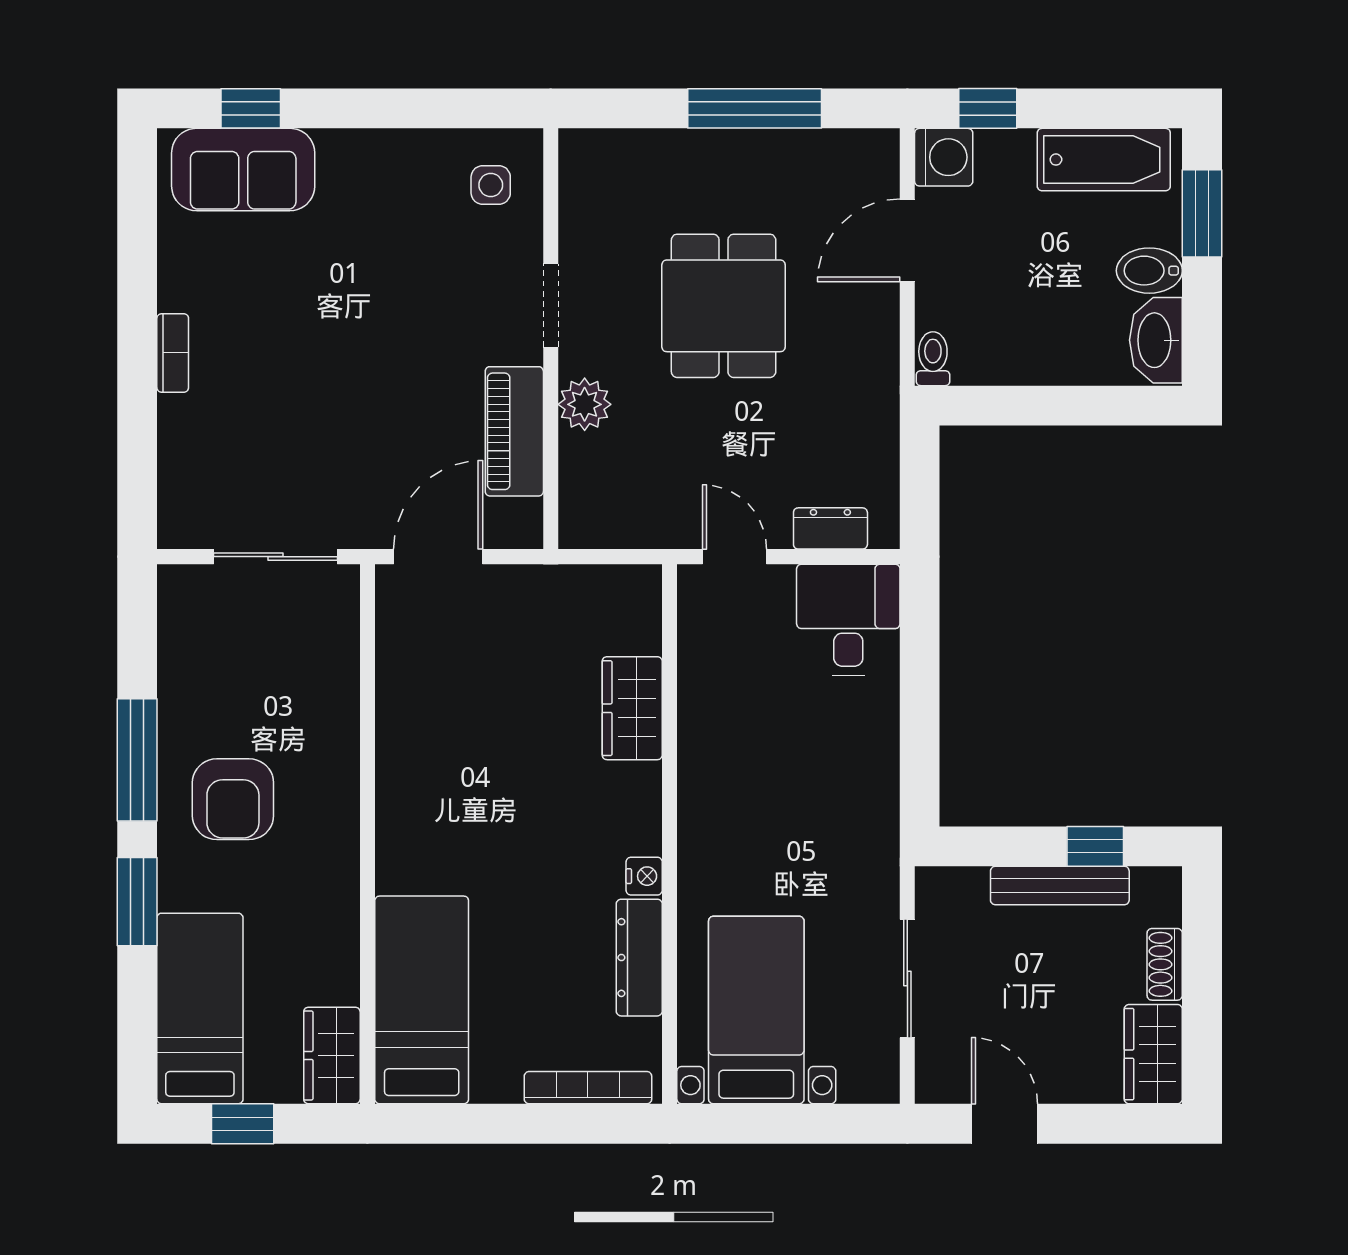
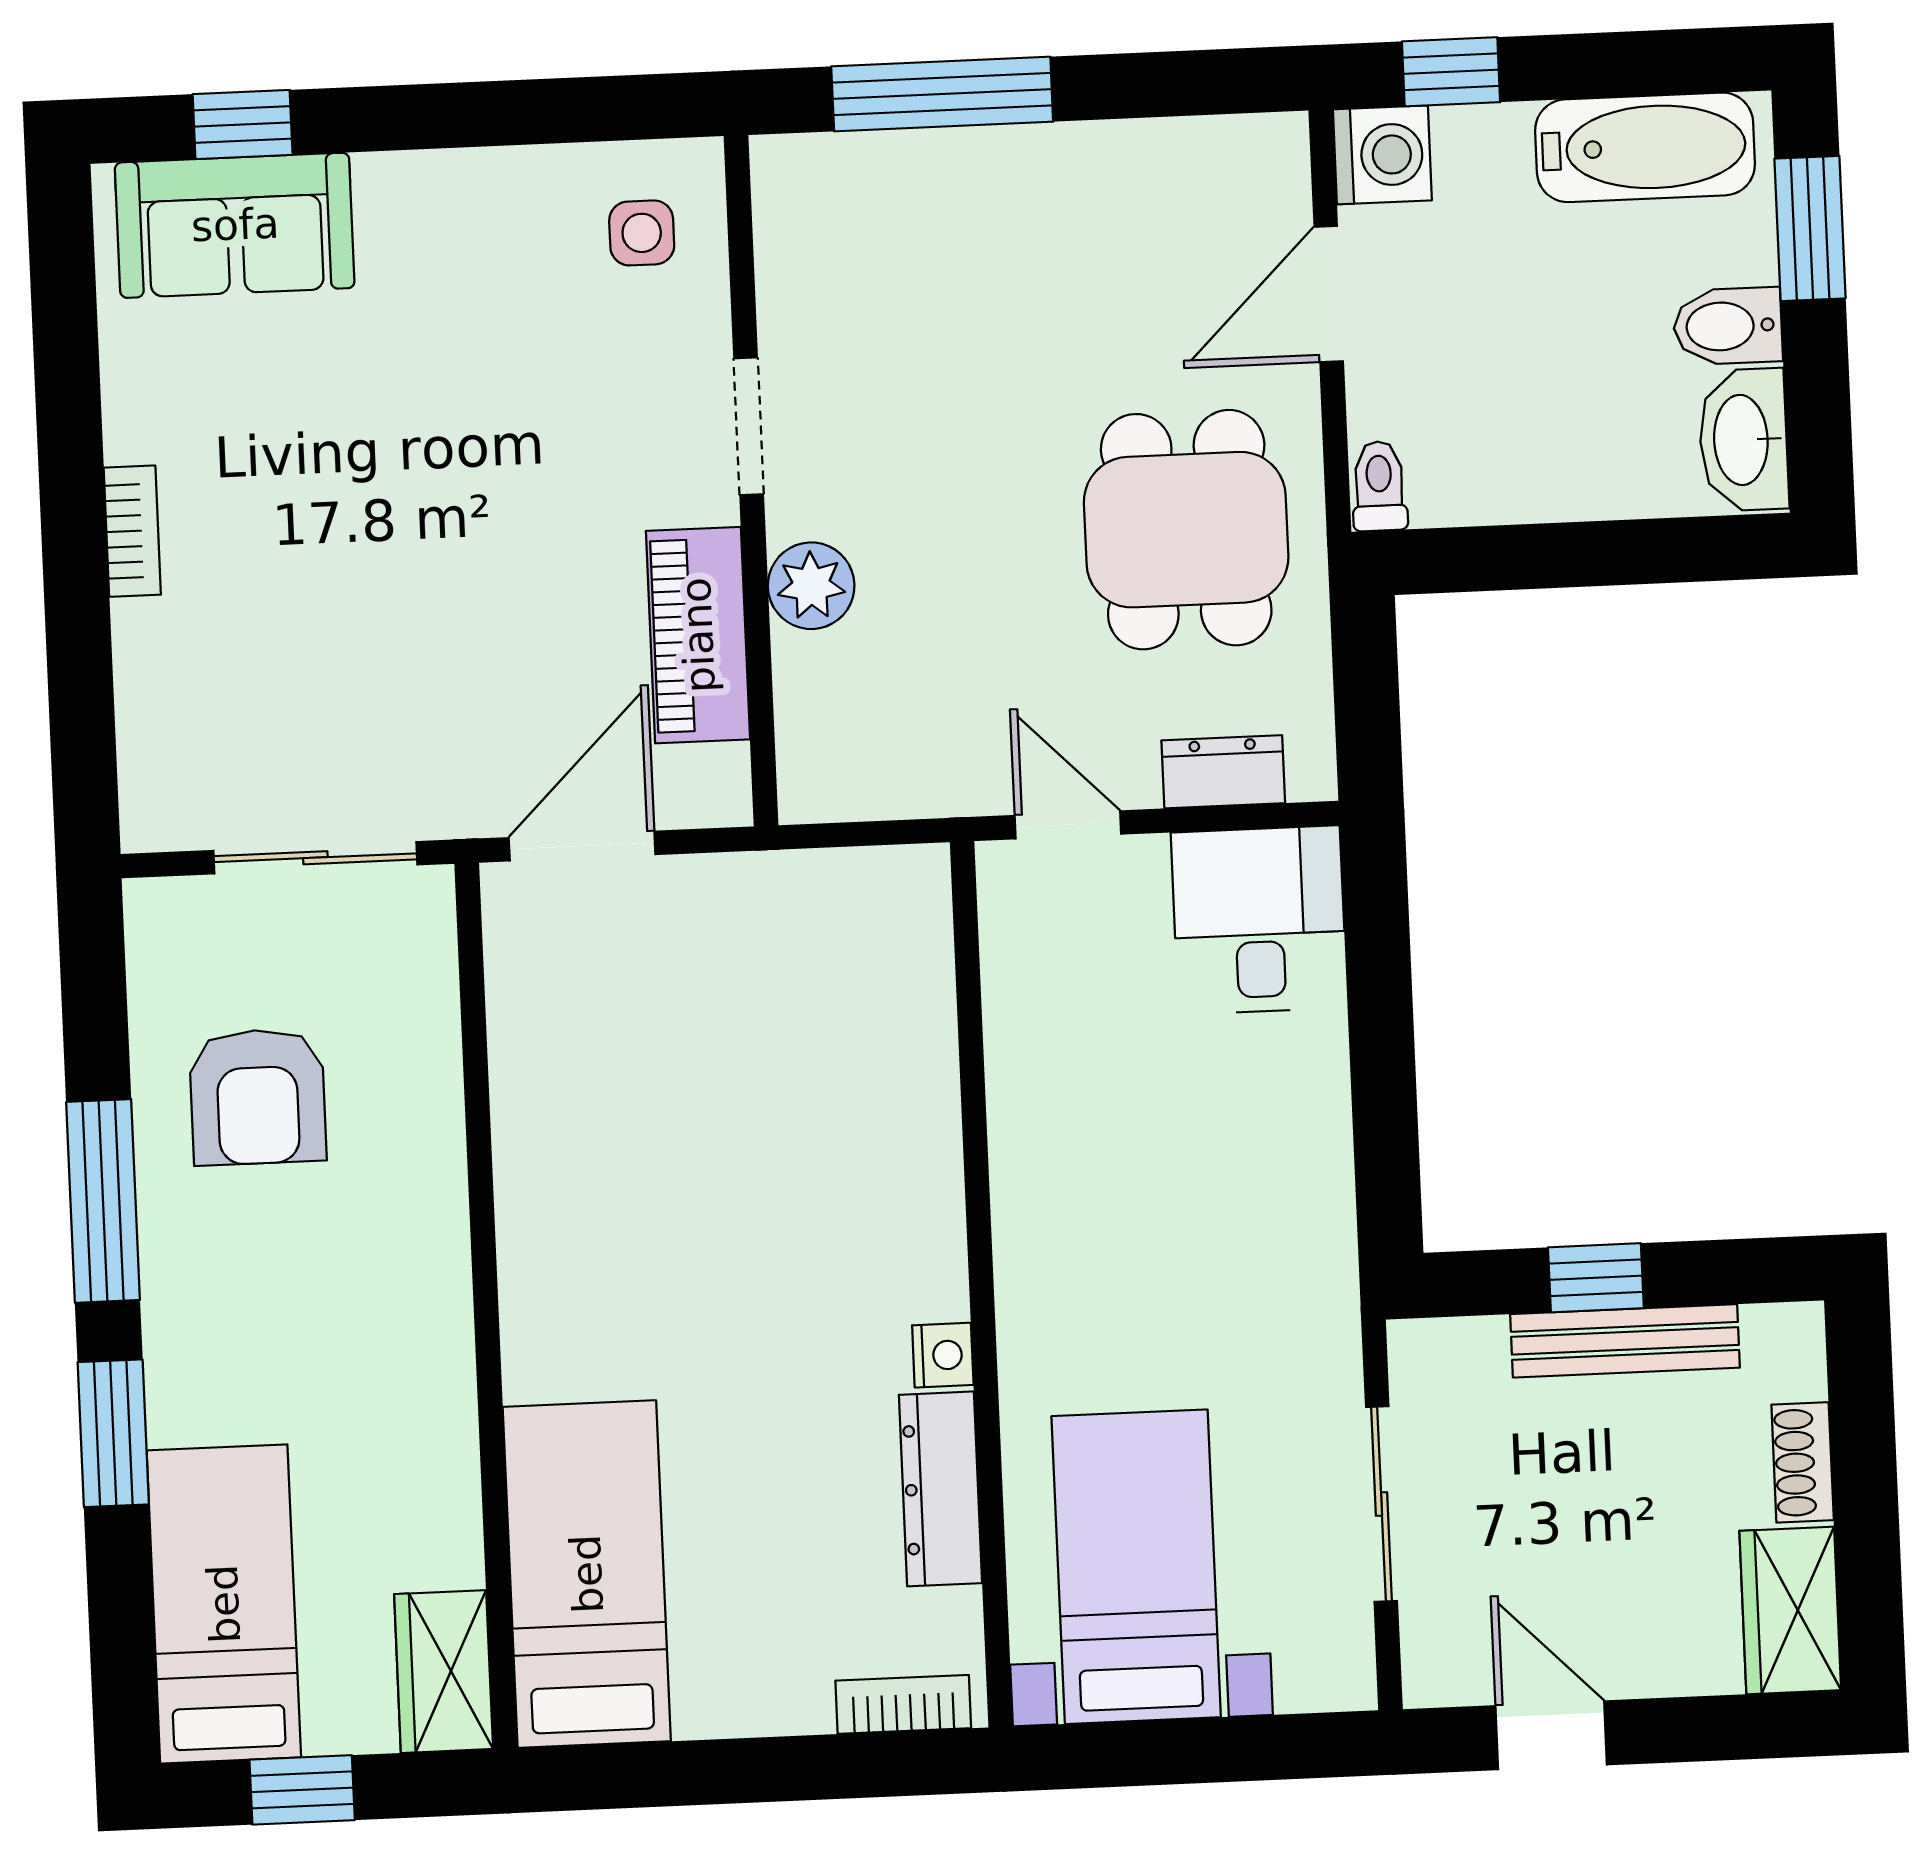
window: (755, 108) -> (942, 94), moved
dining table: (724, 306) -> (1186, 530), moved
wardrobe: (632, 708) -> (911, 1081), removed
armchair: (233, 799) -> (258, 1097), moved
window: (1095, 846) -> (1596, 1278), moved
bookcase: (588, 1088) -> (903, 1704), width x0.64

